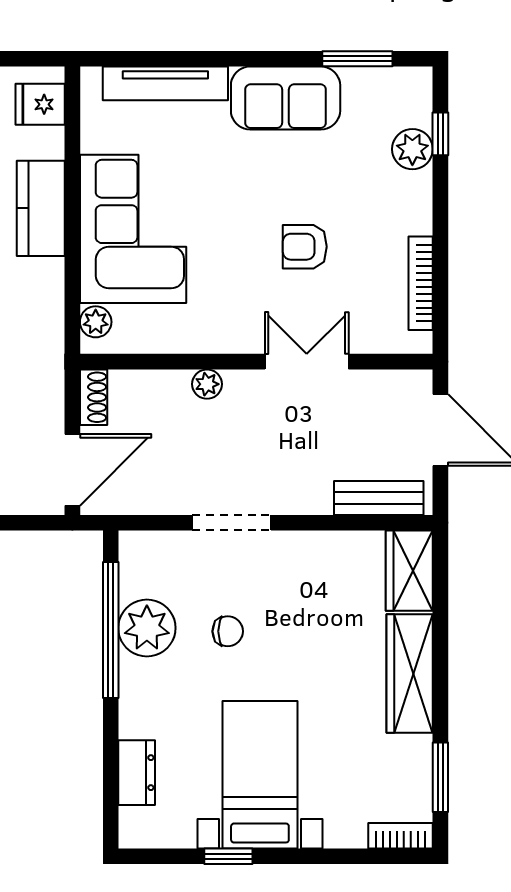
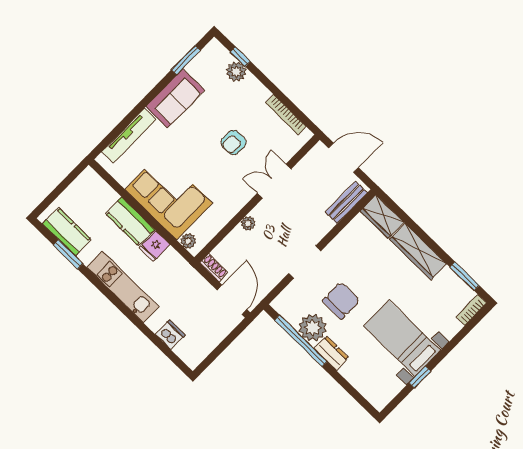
fridge: (40, 104) -> (155, 246), moved
chair: (228, 631) -> (341, 301), width x1.87, depth x1.87
dresser: (137, 773) -> (331, 353), moved

